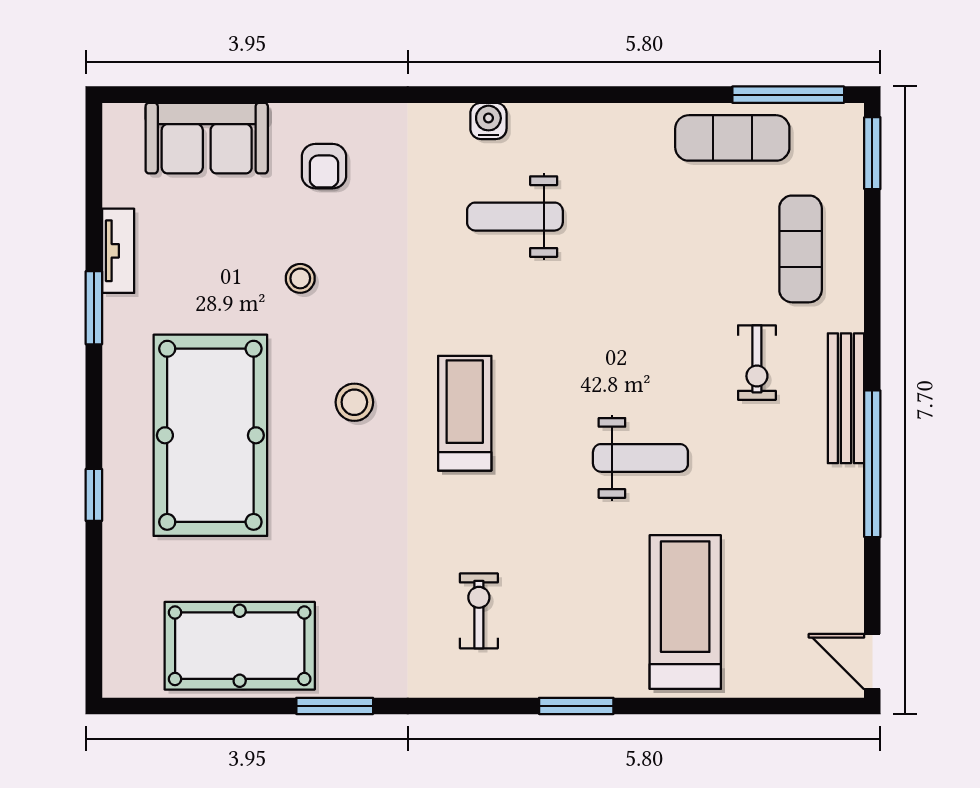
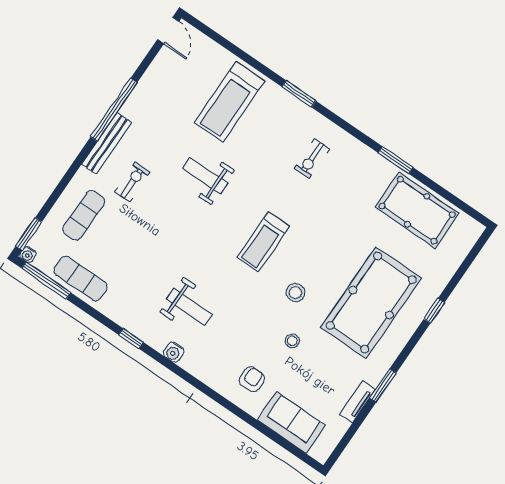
window: (577, 95) -> (131, 338), added
water cooler: (850, 117) -> (28, 255), added
stool: (354, 402) -> (296, 293), moved

